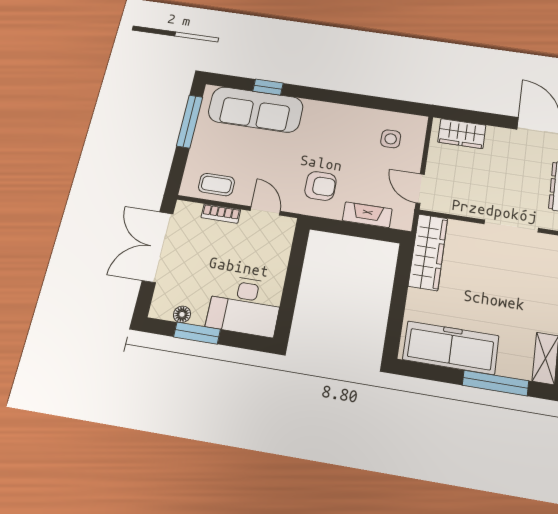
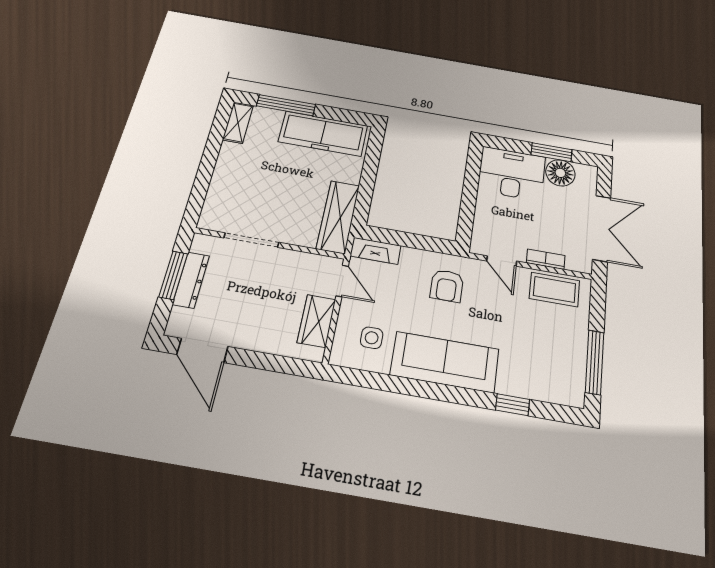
sofa: (256, 110) -> (445, 362), moved
wardrobe: (462, 134) -> (317, 321), moved, turned -90
coffee table: (216, 184) -> (555, 289), width x1.36, depth x1.30
armchair: (320, 186) -> (447, 286), turned -90
fireplace: (367, 215) -> (376, 251), moved
floor lamp: (182, 314) -> (560, 173), width x1.89, depth x1.89

